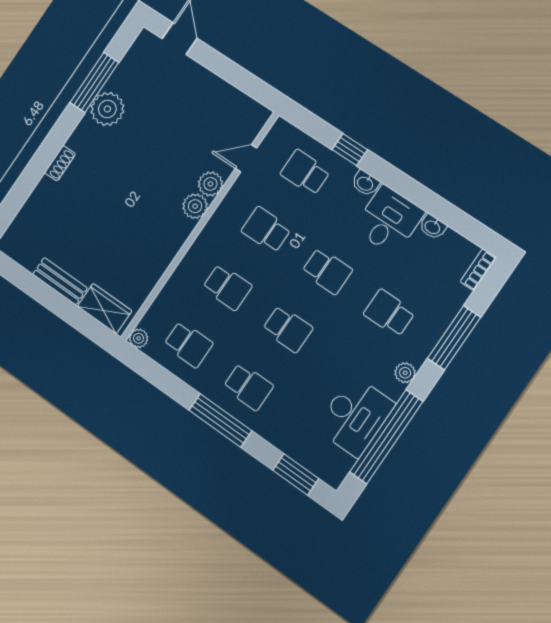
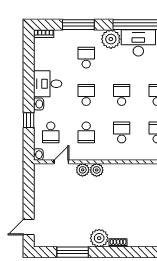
plant: (107, 109) -> (99, 238), moved
door: (246, 158) -> (61, 162), swing flipped
washbasin: (433, 227) -> (38, 155), moved
school desk: (389, 313) -> (86, 58), turned 180
plant: (405, 373) -> (111, 39), width x1.88, depth x1.88

